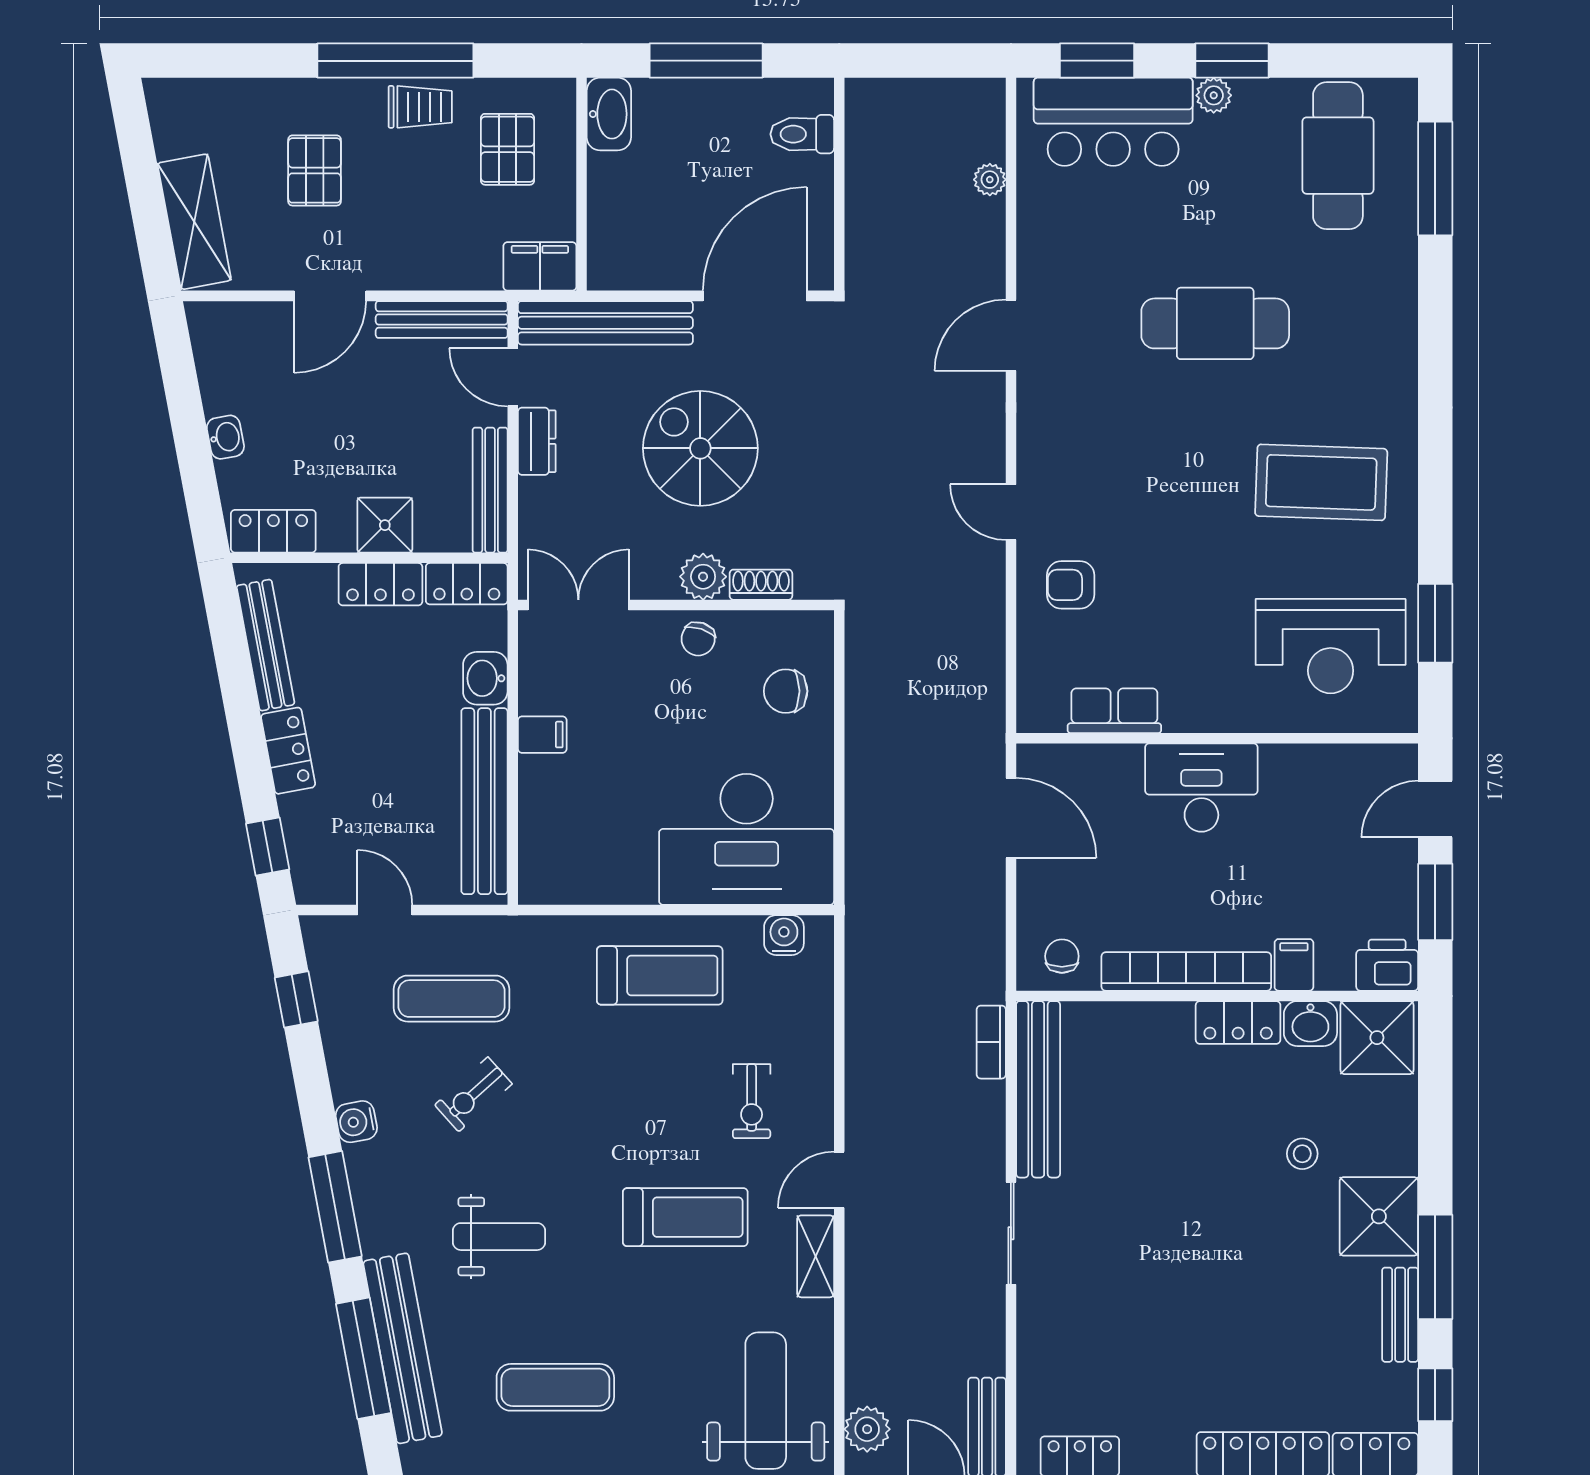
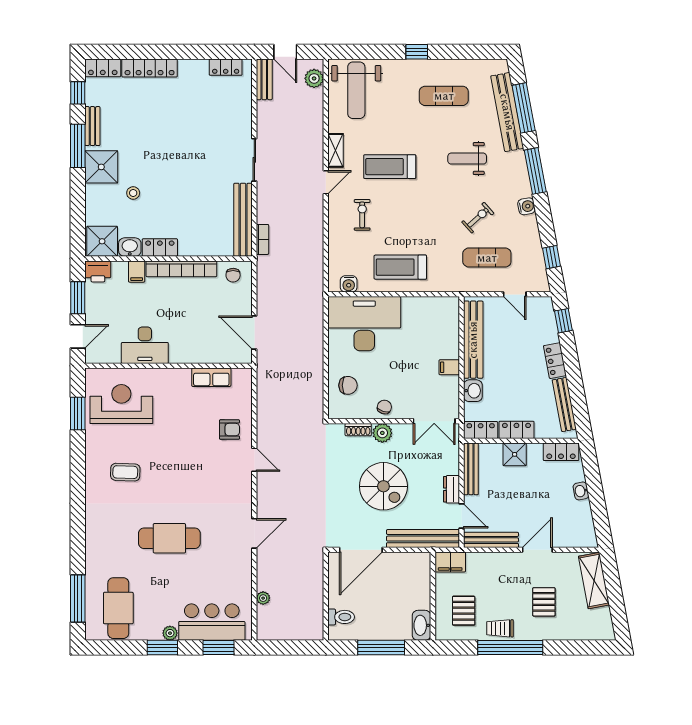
coffee table: (1321, 482) -> (125, 472), width x0.54, depth x0.58
desk: (1201, 788) -> (145, 345), moved

